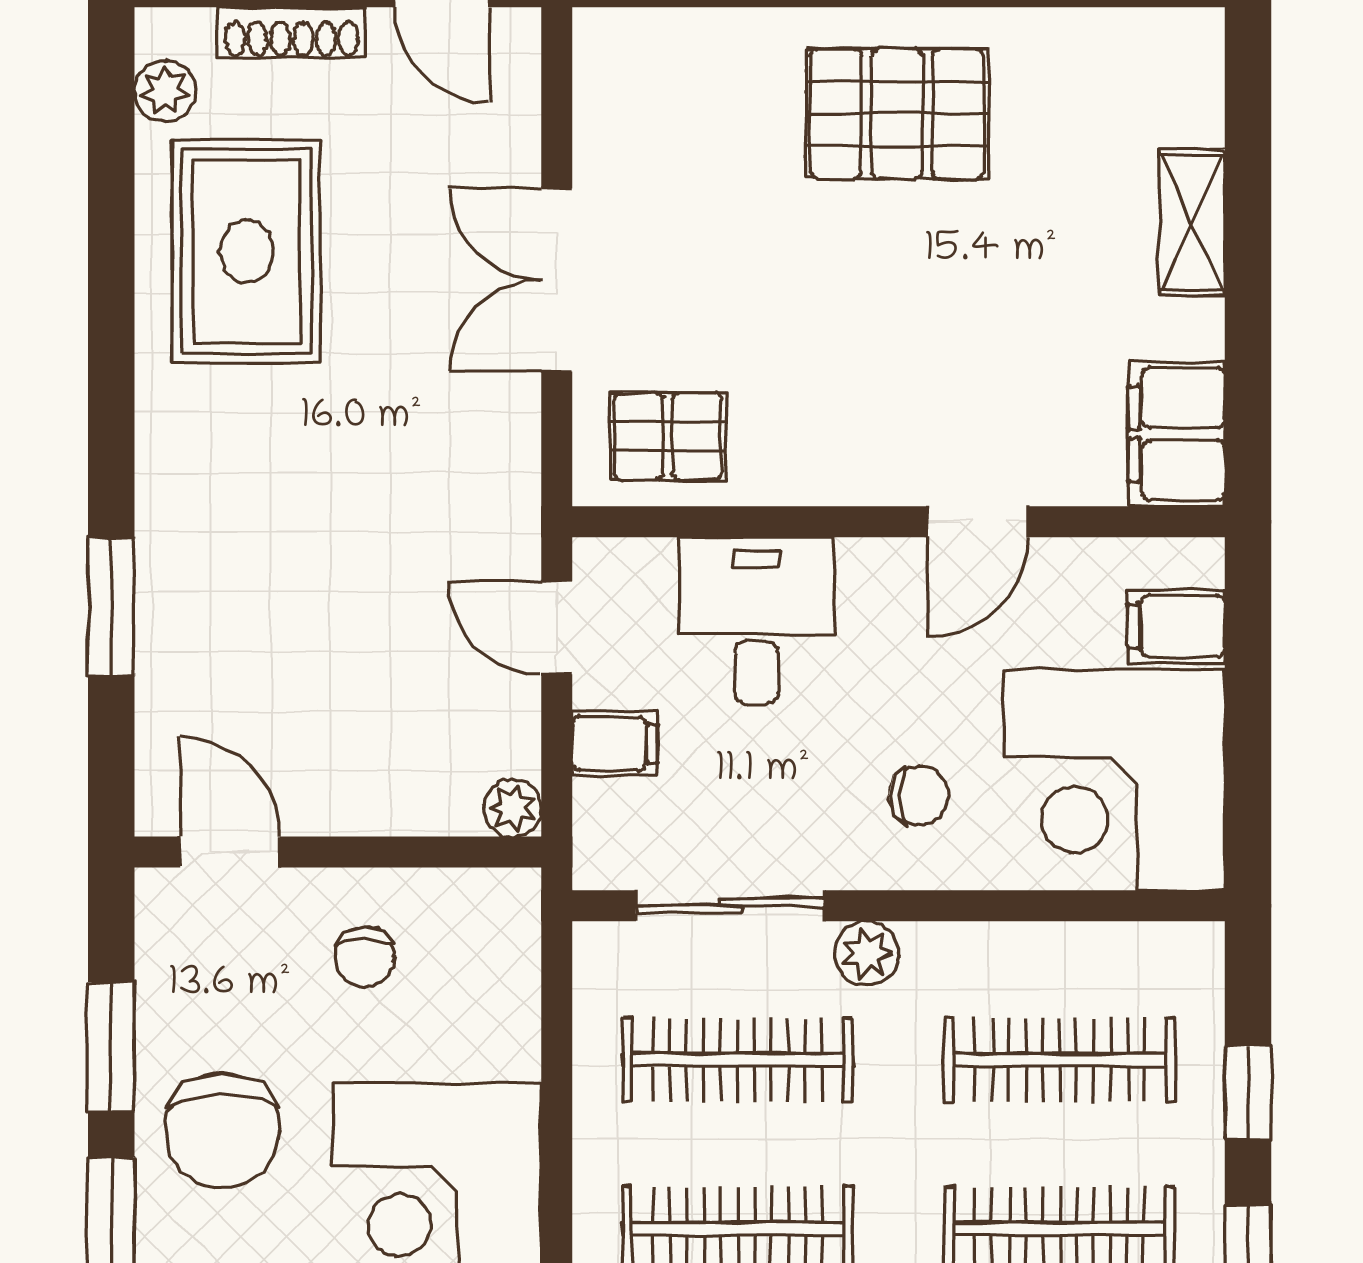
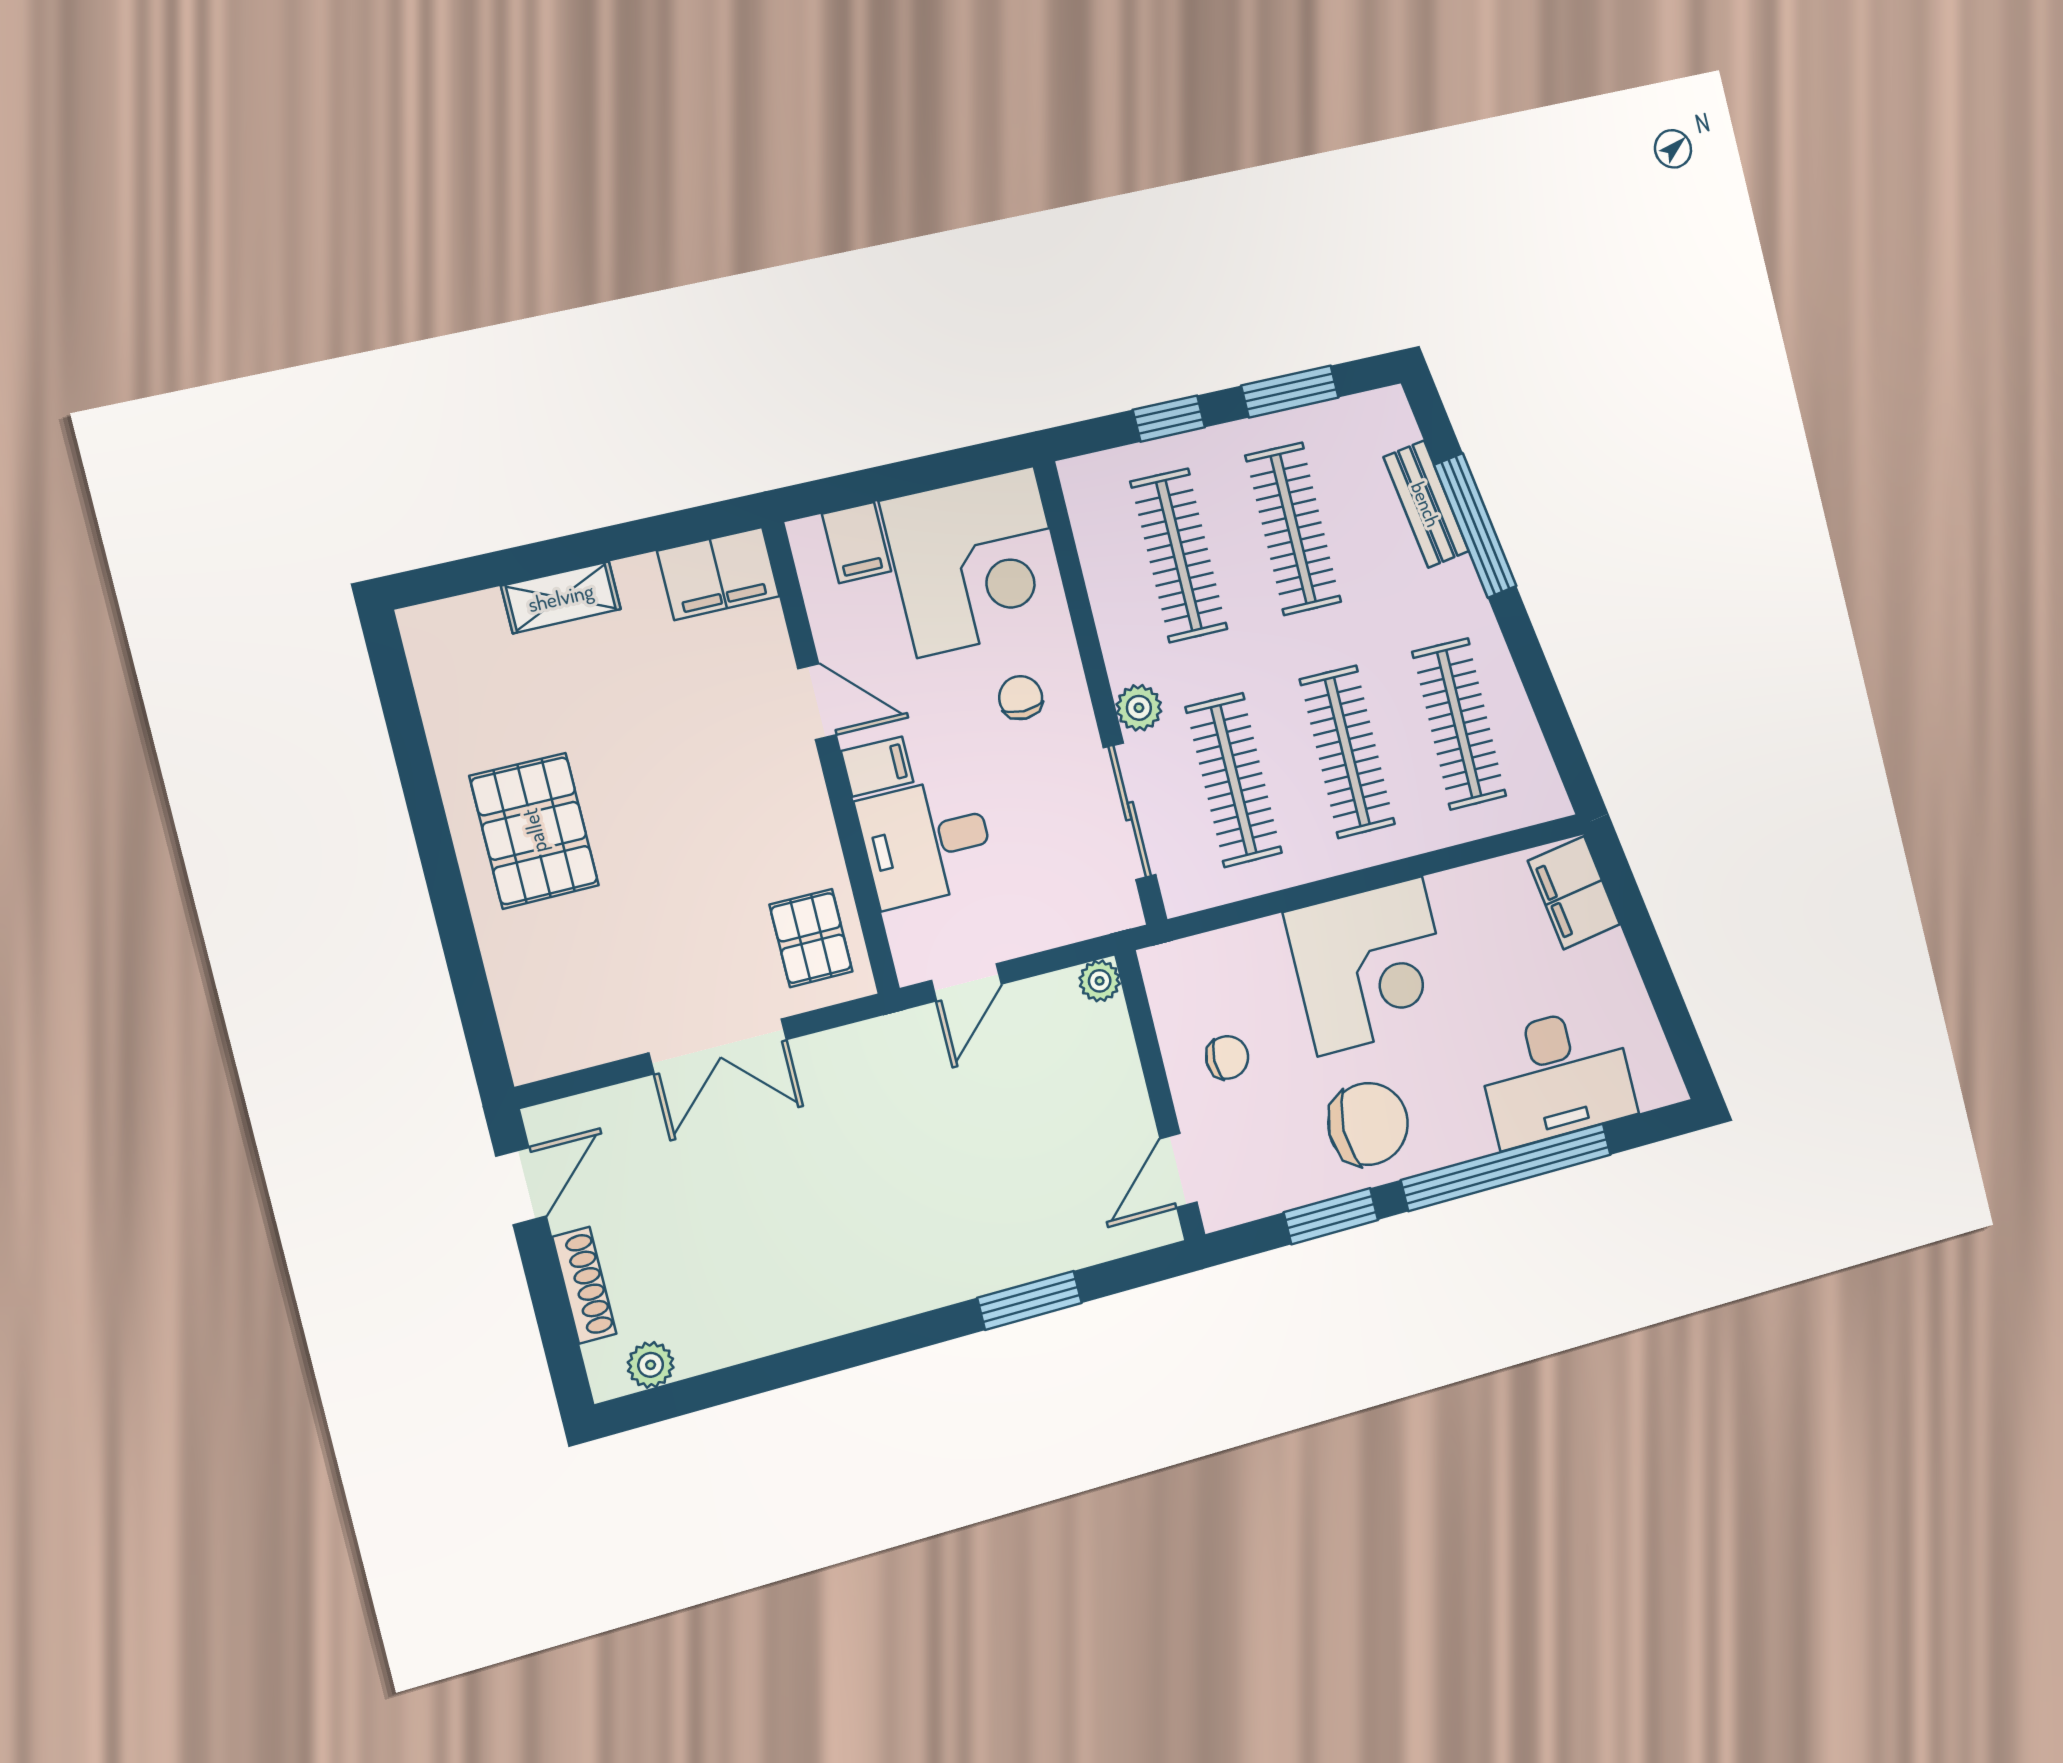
rug: (246, 251) -> (753, 1274), removed
filing cabinet: (615, 744) -> (877, 767), moved, turned 90

